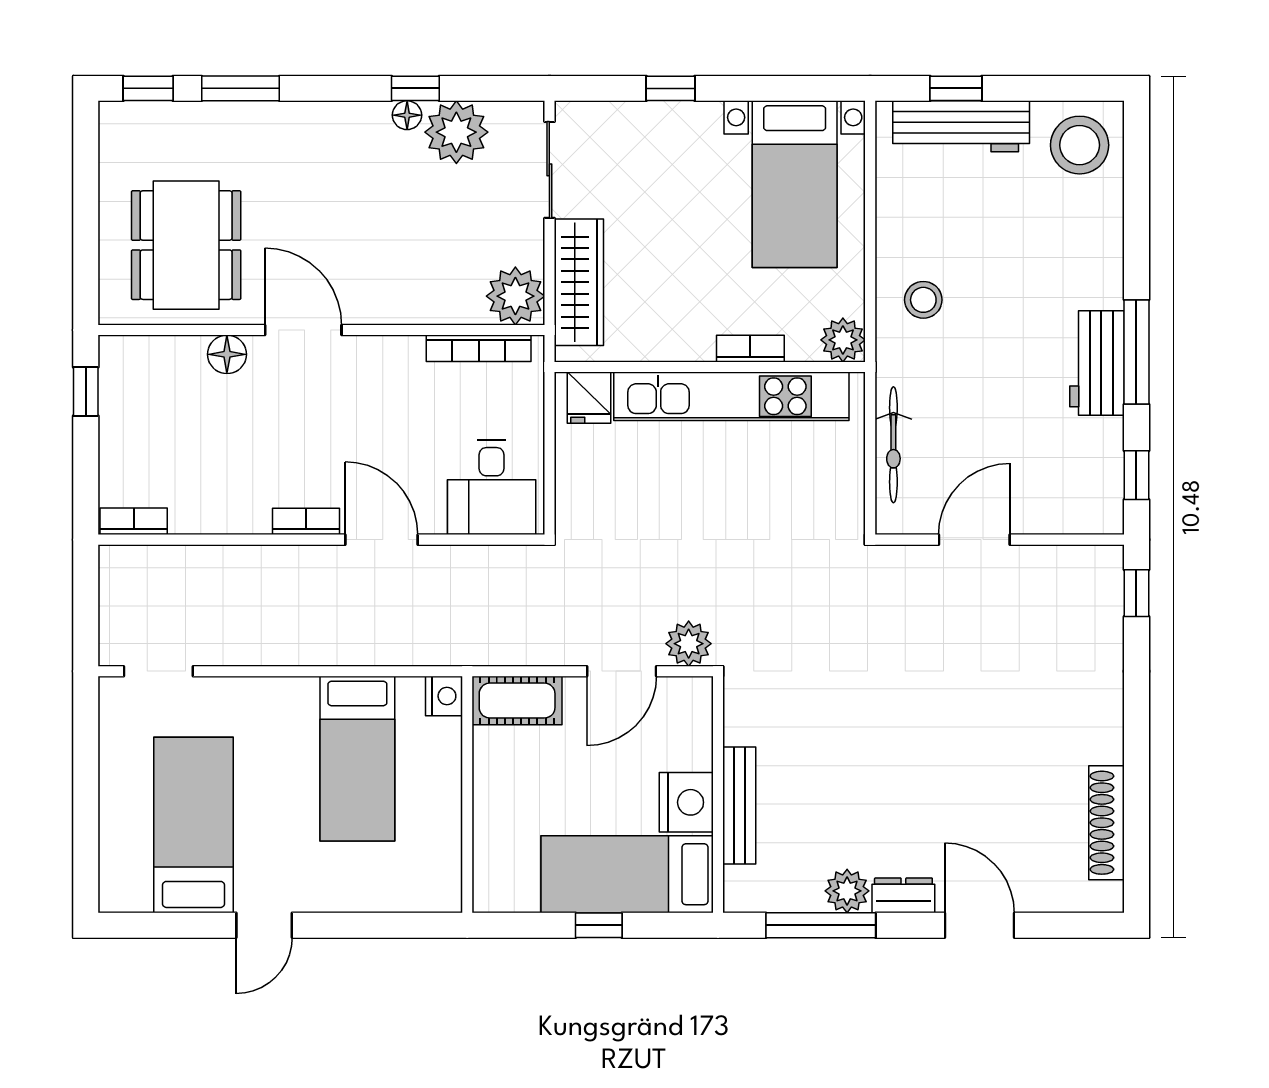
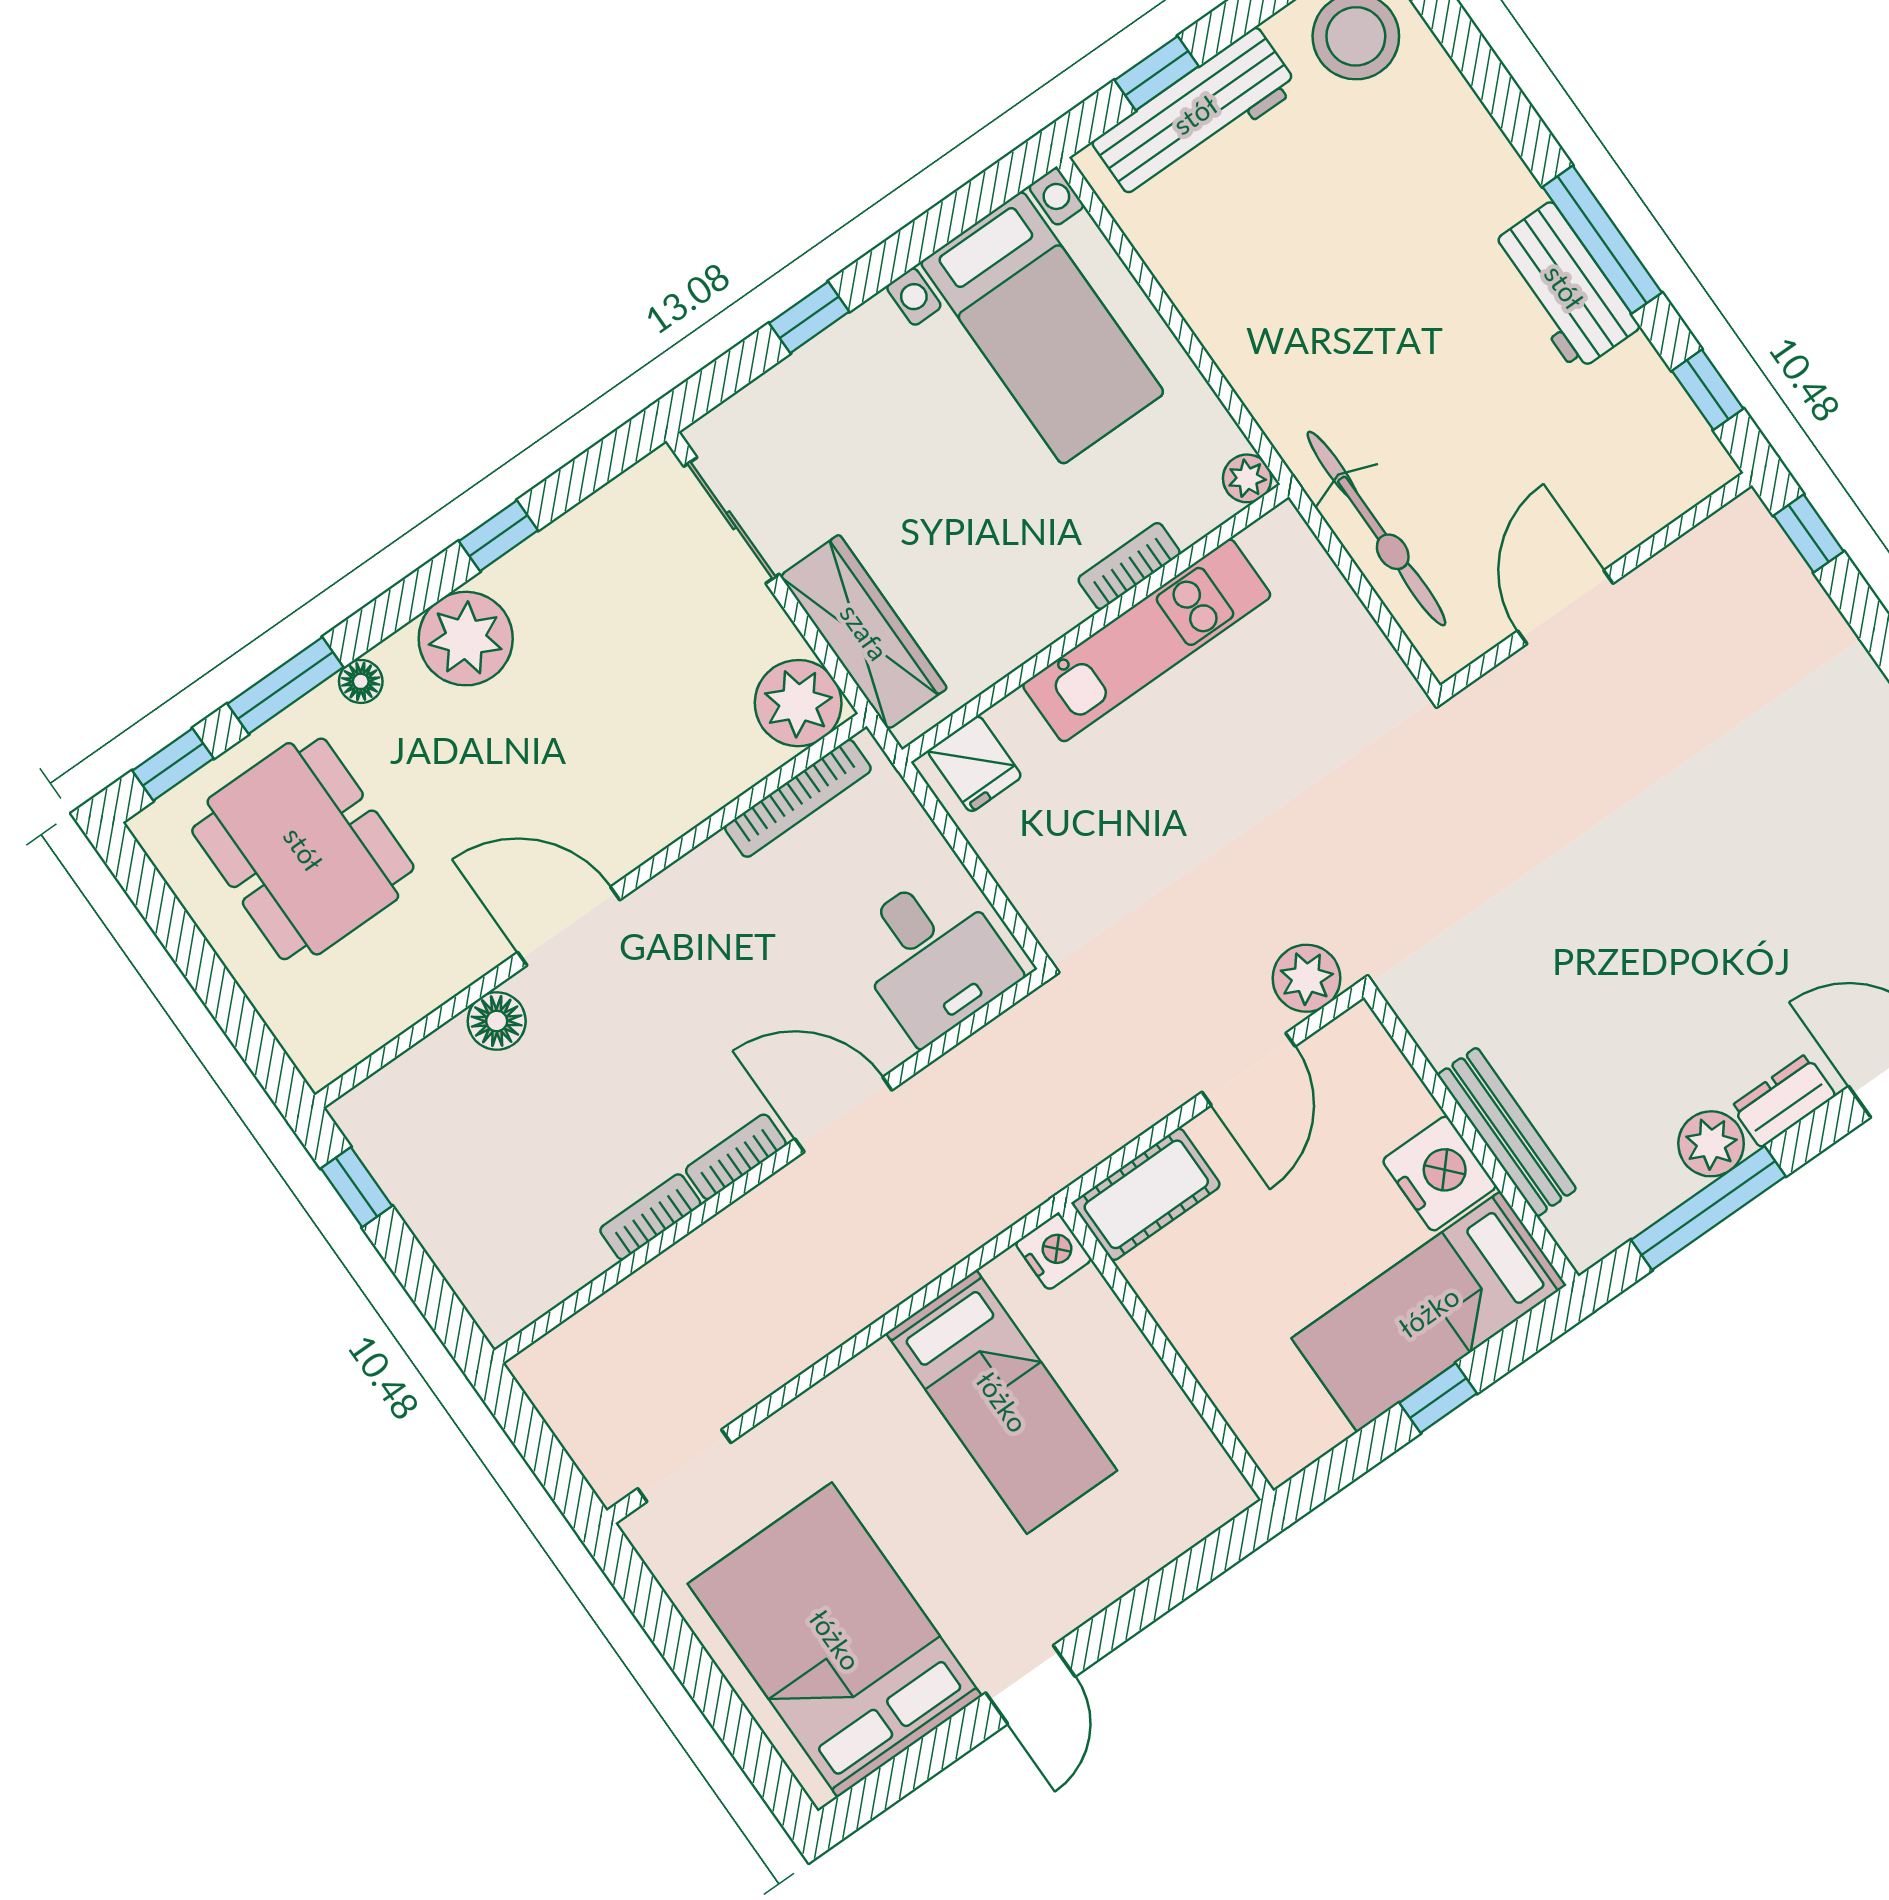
floor lamp: (407, 115) -> (361, 681), moved
plant: (456, 132) -> (466, 639), moved
dining table: (186, 245) -> (303, 849), moved
stool: (923, 300) -> (1298, 359), removed
plant: (843, 340) -> (1247, 478), width x0.73, depth x0.73
kitchen unit: (731, 396) -> (1147, 640), width x0.73
bicycle: (893, 445) -> (1376, 529), width x1.37, depth x1.40
bookcase: (134, 521) -> (650, 1217), moved
bed: (194, 825) -> (835, 1640), width x1.50

